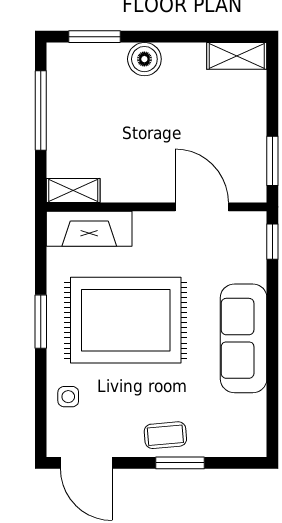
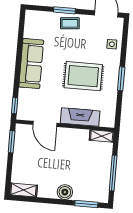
fireplace: (89, 229) -> (80, 117), moved
rug: (126, 320) -> (83, 76), width x0.73, depth x0.69

